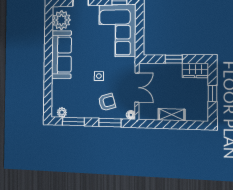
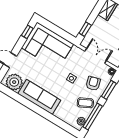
window: (174, 59) -> (85, 29), moved
coffee table: (83, 106) -> (85, 103), added
window: (73, 122) -> (93, 116), width x1.44

